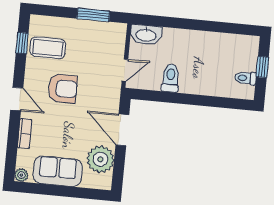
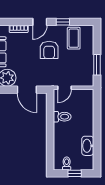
washbasin: (146, 35) -> (88, 146), moved
window: (22, 43) -> (63, 22), moved
door: (125, 70) -> (64, 88), hinge flipped
door: (122, 130) -> (27, 90), swing flipped

